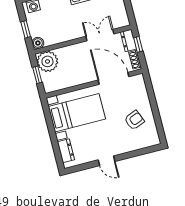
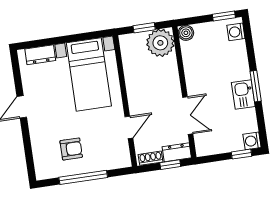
window: (26, 29) -> (224, 16), moved
door: (113, 78) -> (129, 127), width x0.53
window: (155, 109) -> (83, 177), added
armchair: (134, 120) -> (71, 149), turned -68

